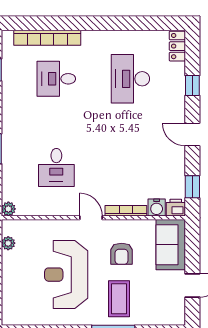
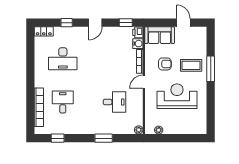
desk: (56, 79) -> (63, 102), turned 180
reception desk: (66, 275) -> (177, 96), turned 180

